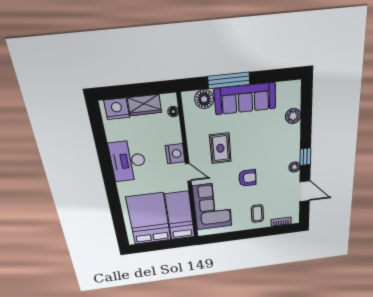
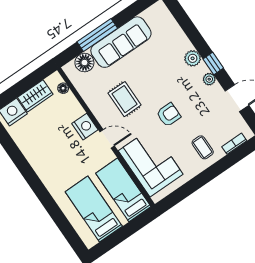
plant: (293, 116) -> (193, 58), moved
desk: (128, 161) -> (45, 156), removed
bed: (149, 219) -> (94, 209), width x0.67

